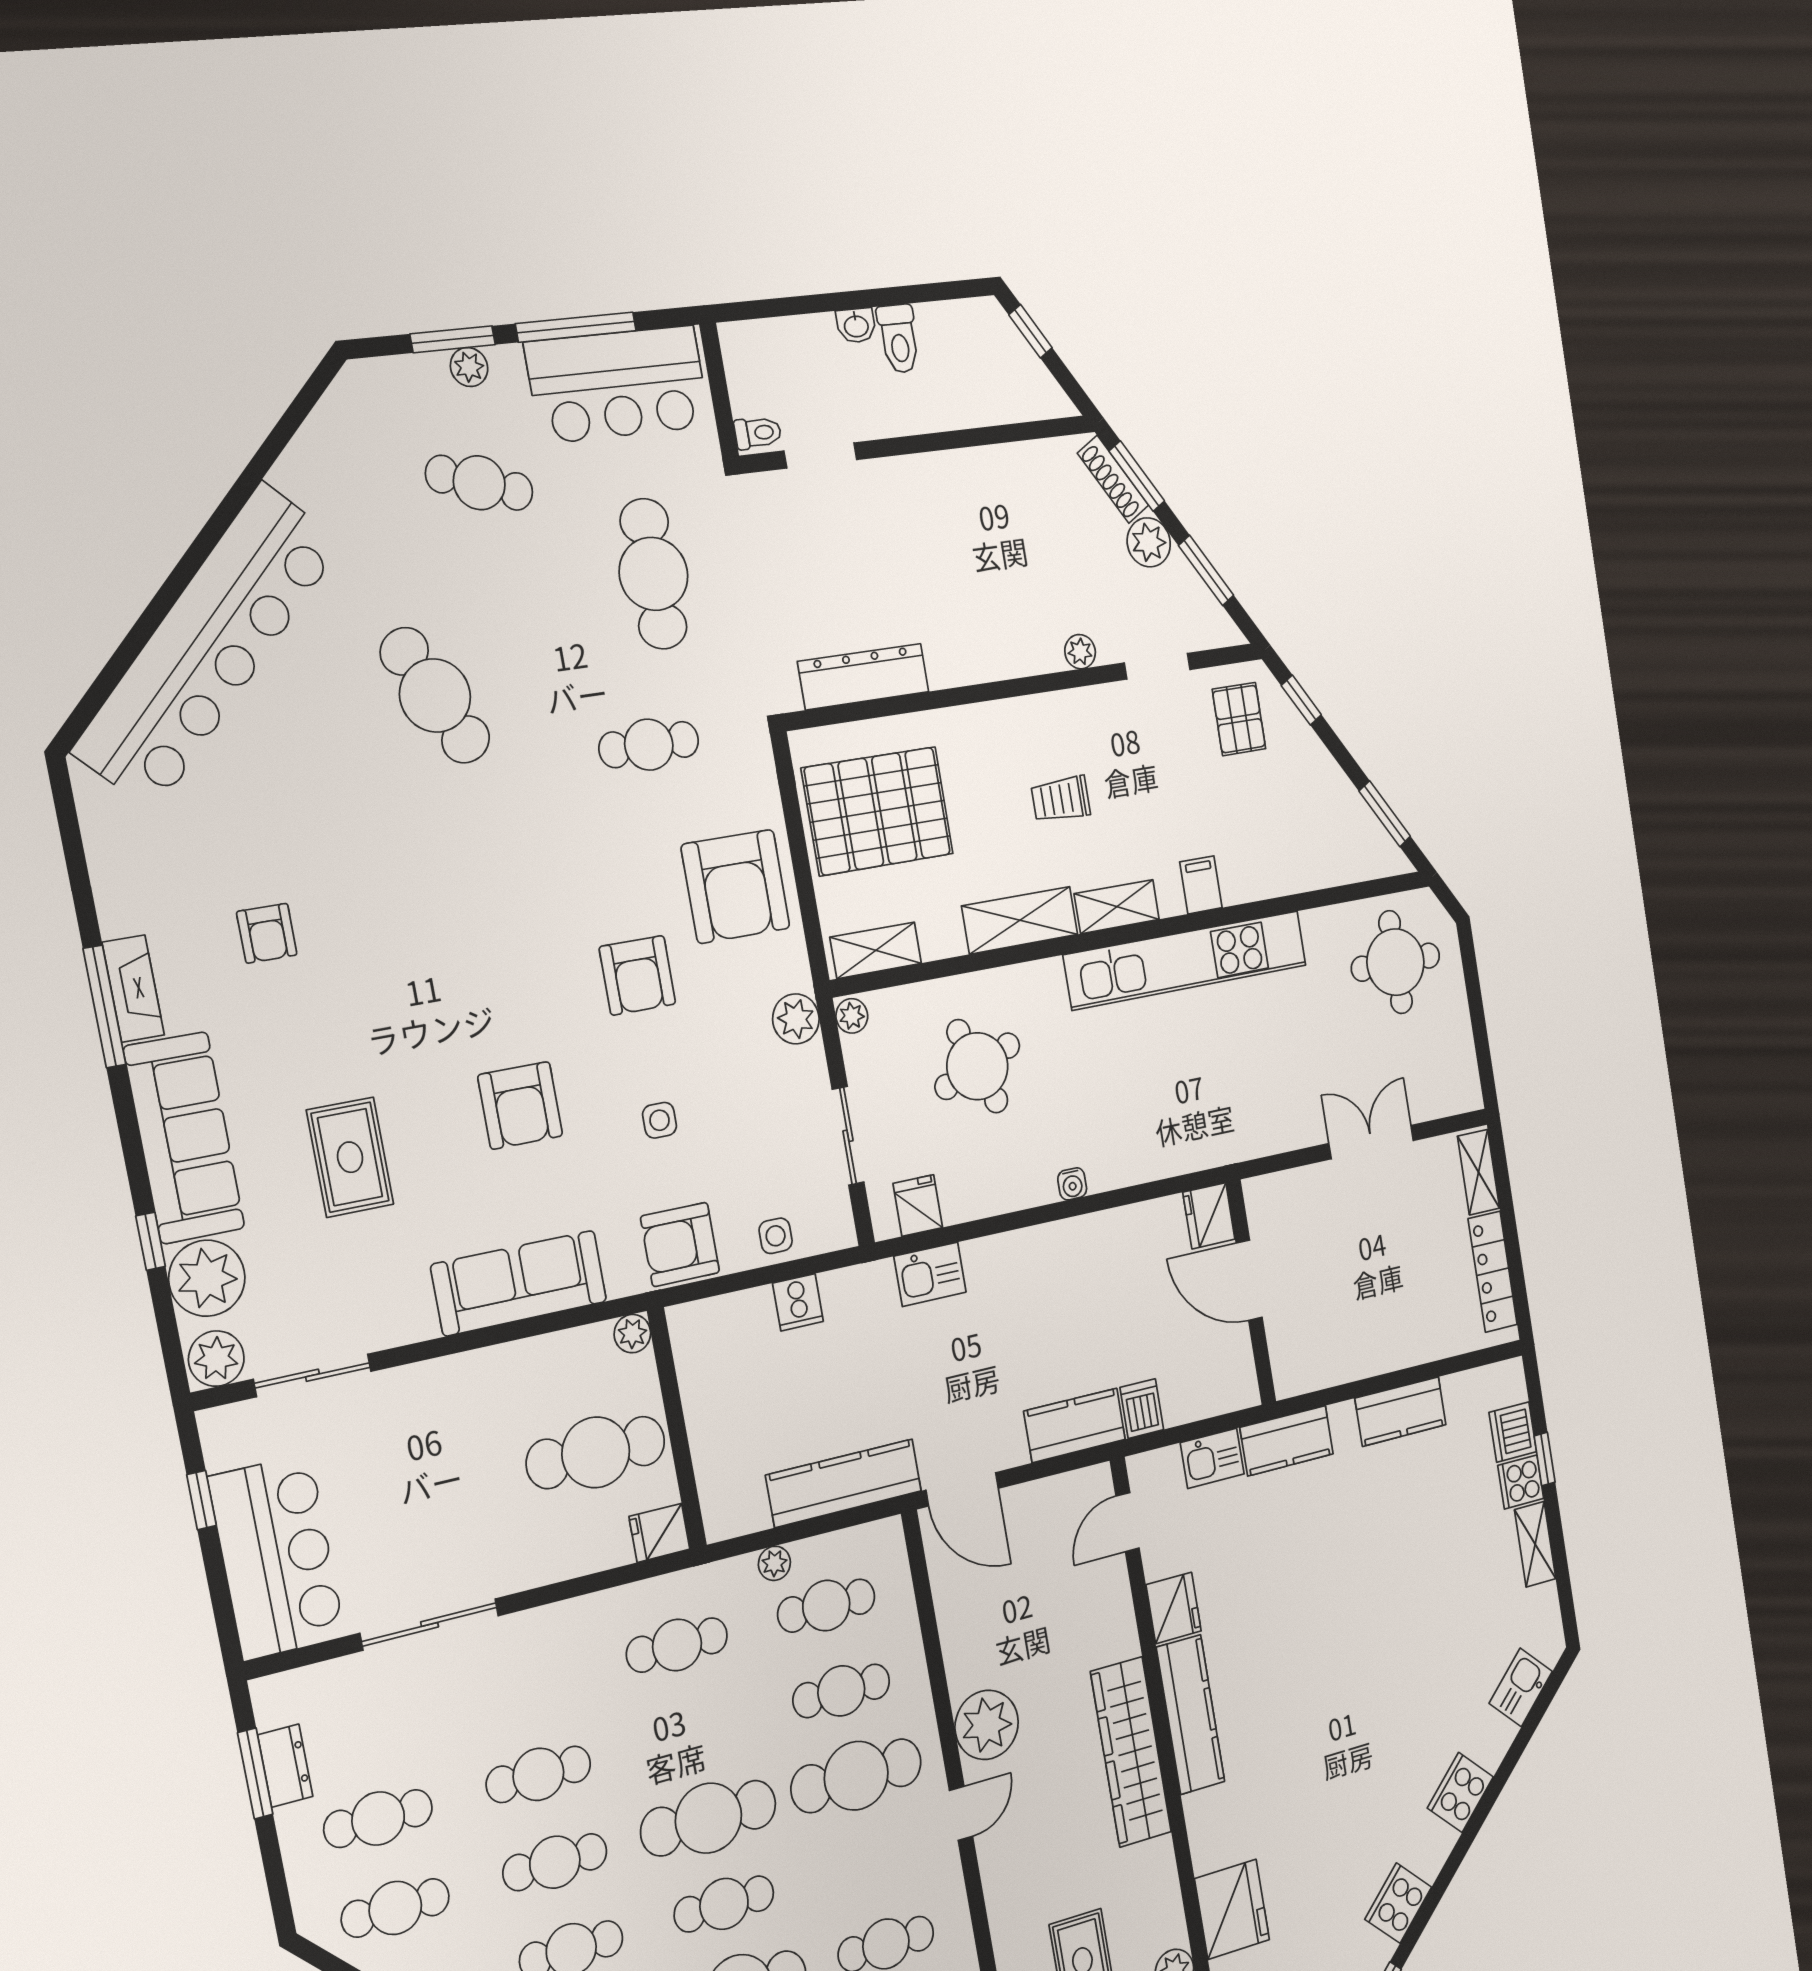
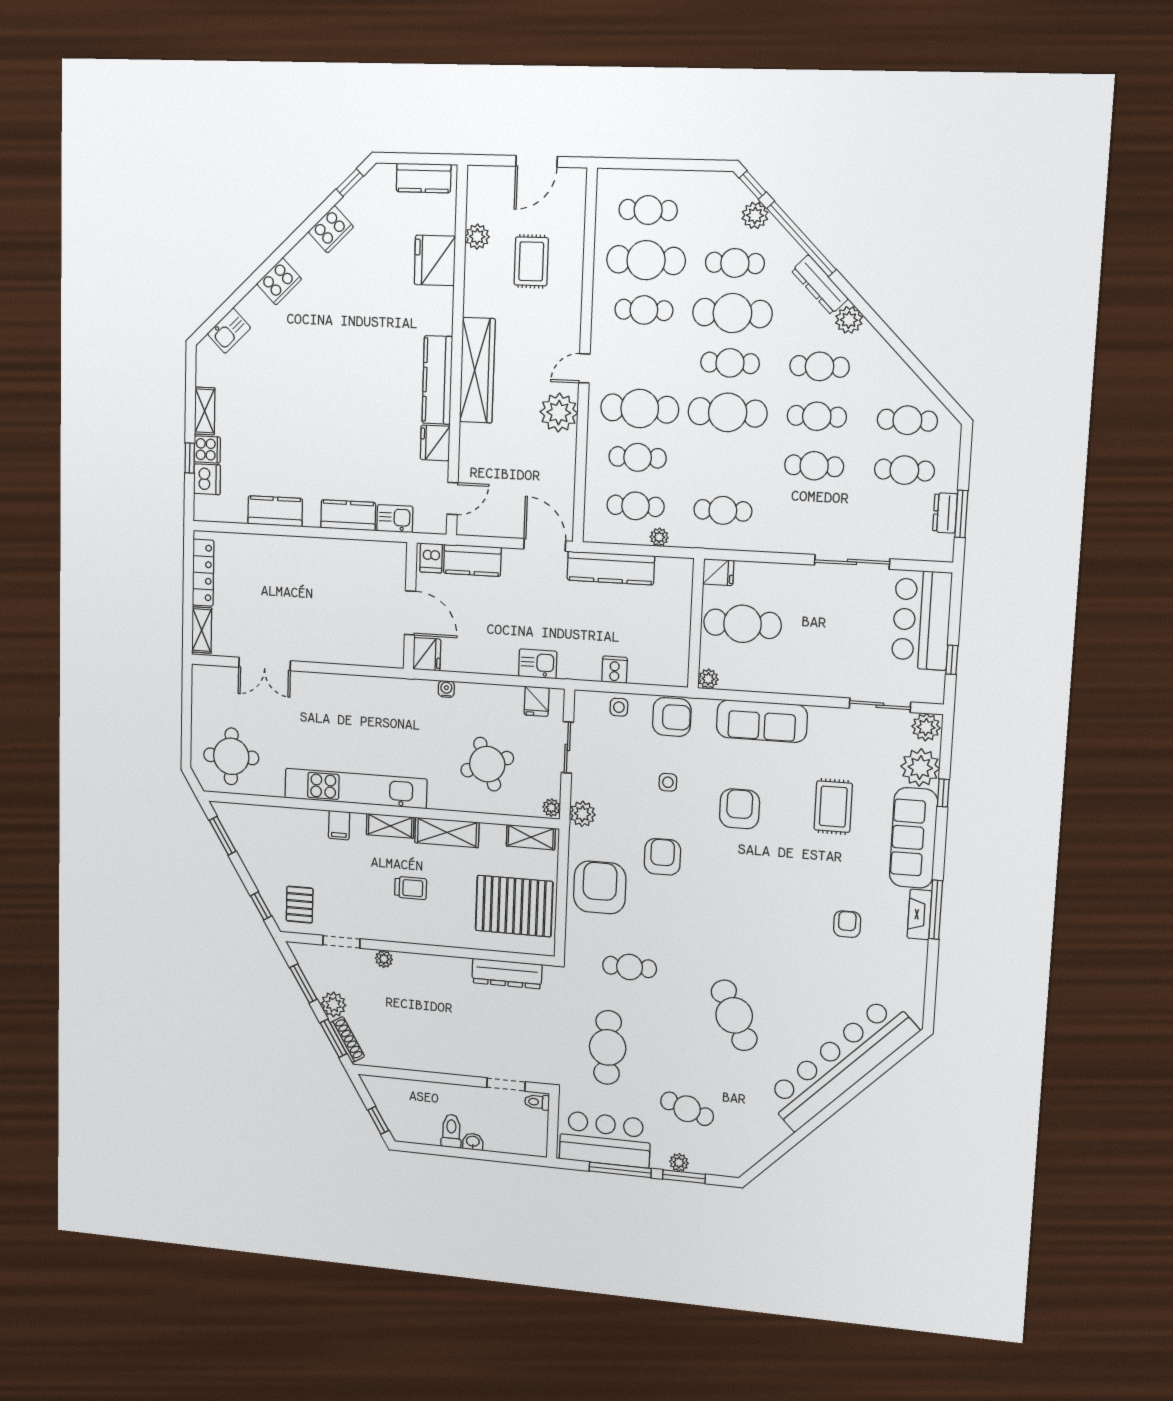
fridge: (1209, 1216) -> (427, 654), moved
door: (1249, 1280) -> (410, 613), moved
wall: (1251, 1292) -> (410, 606), moved

